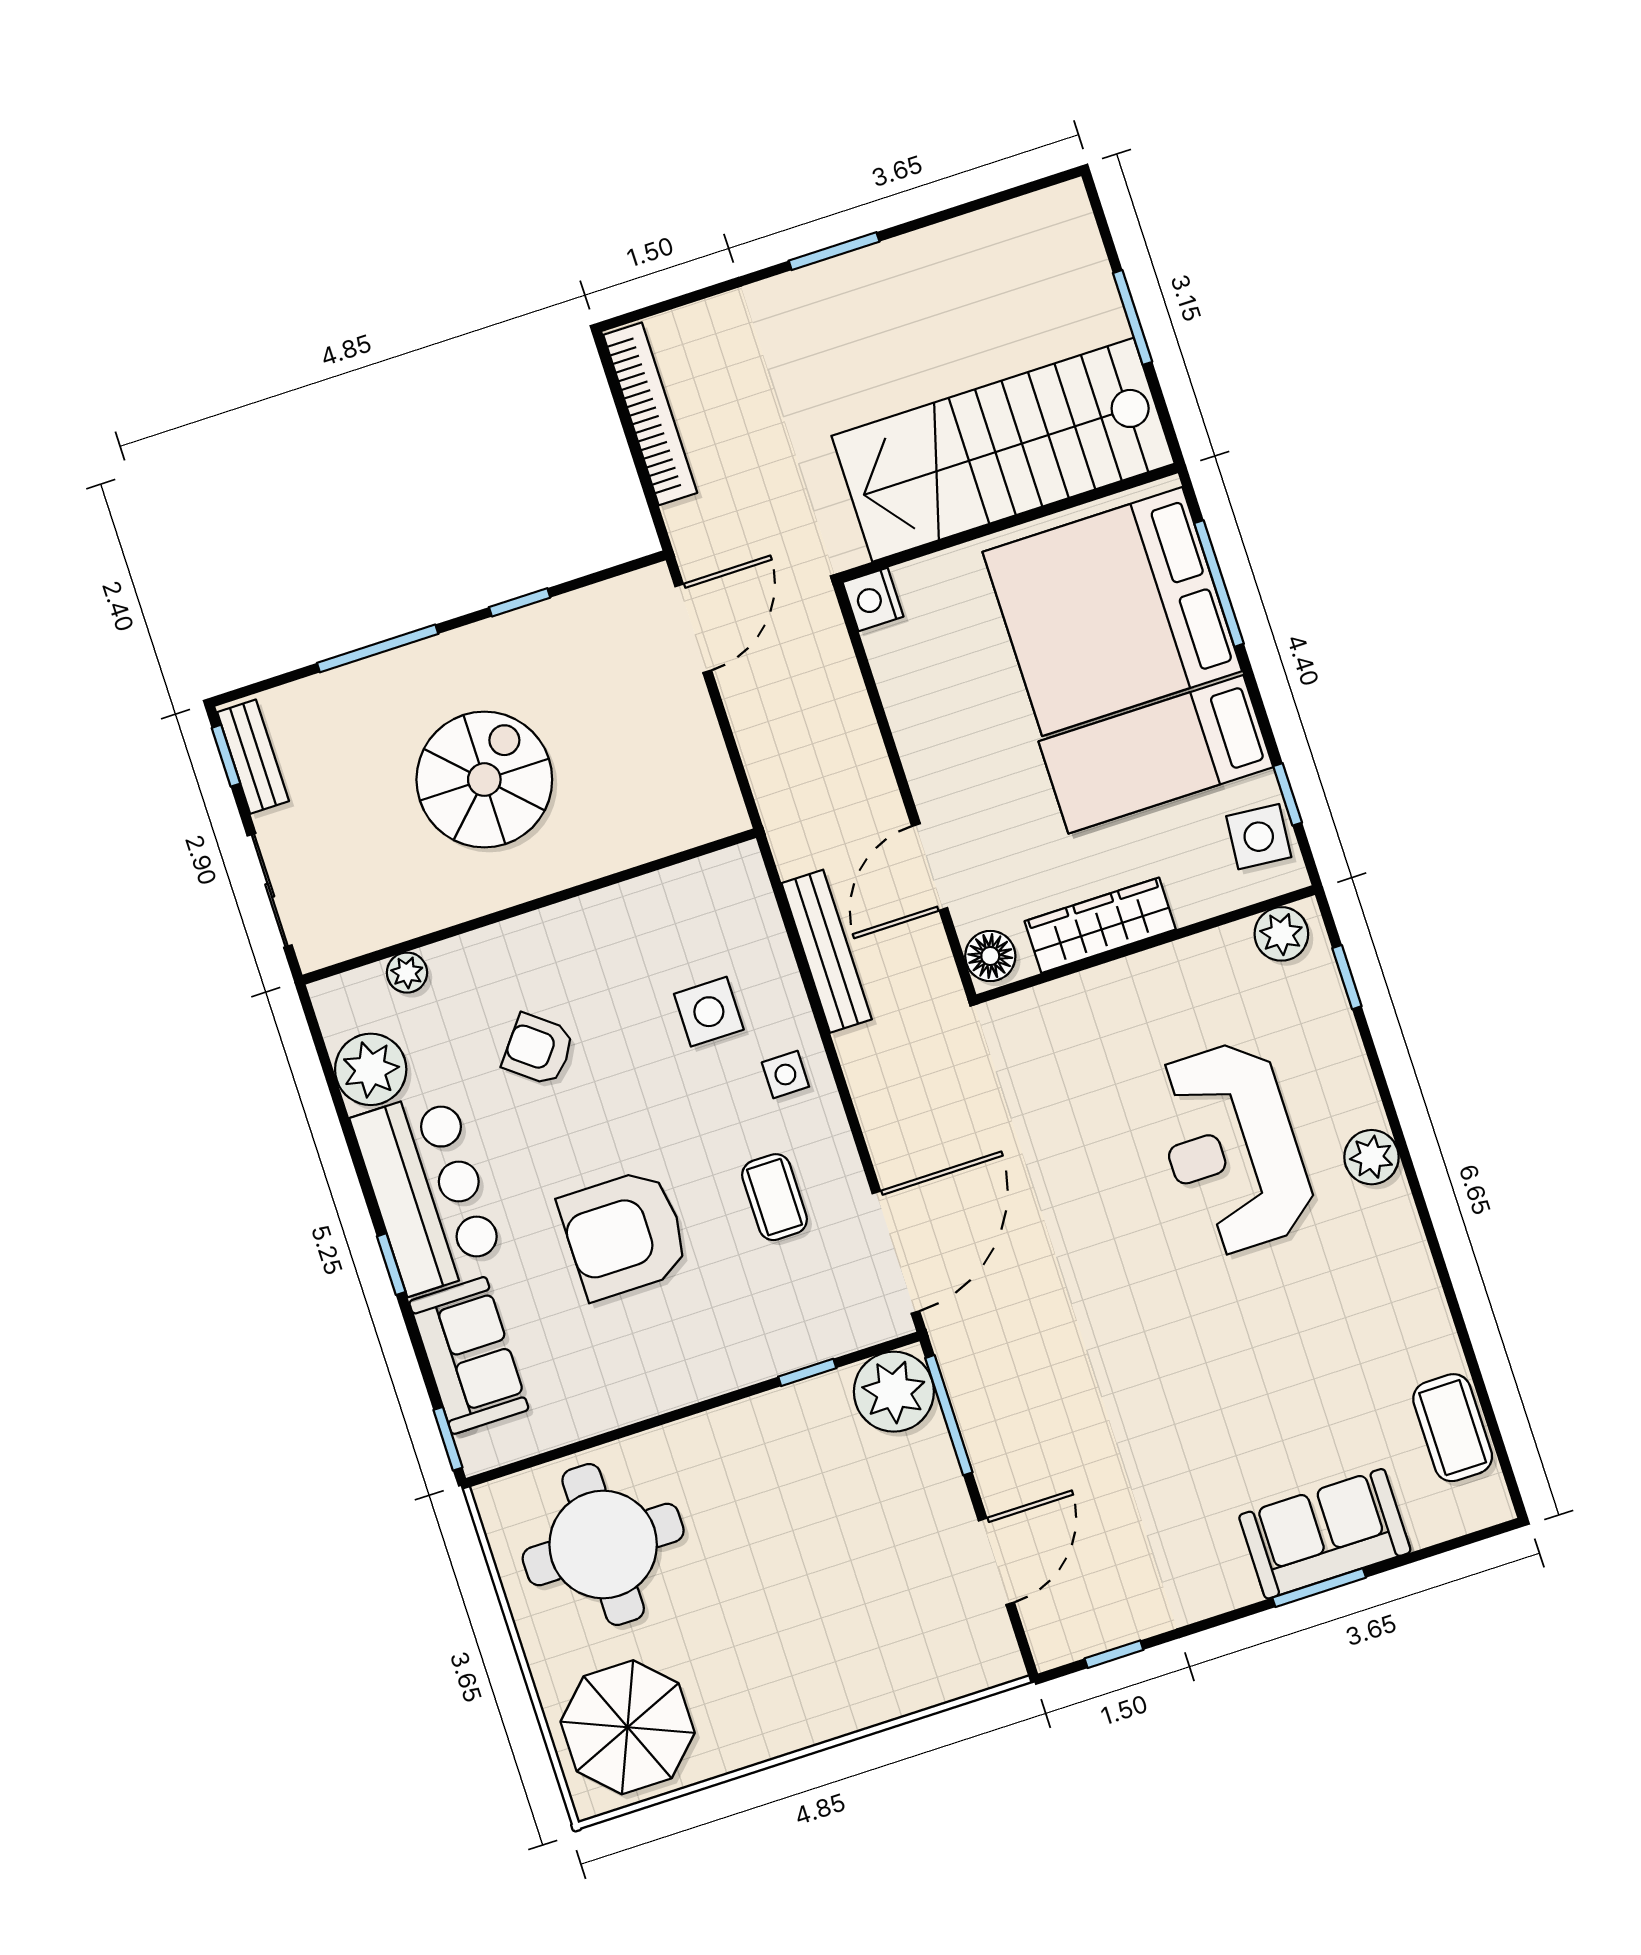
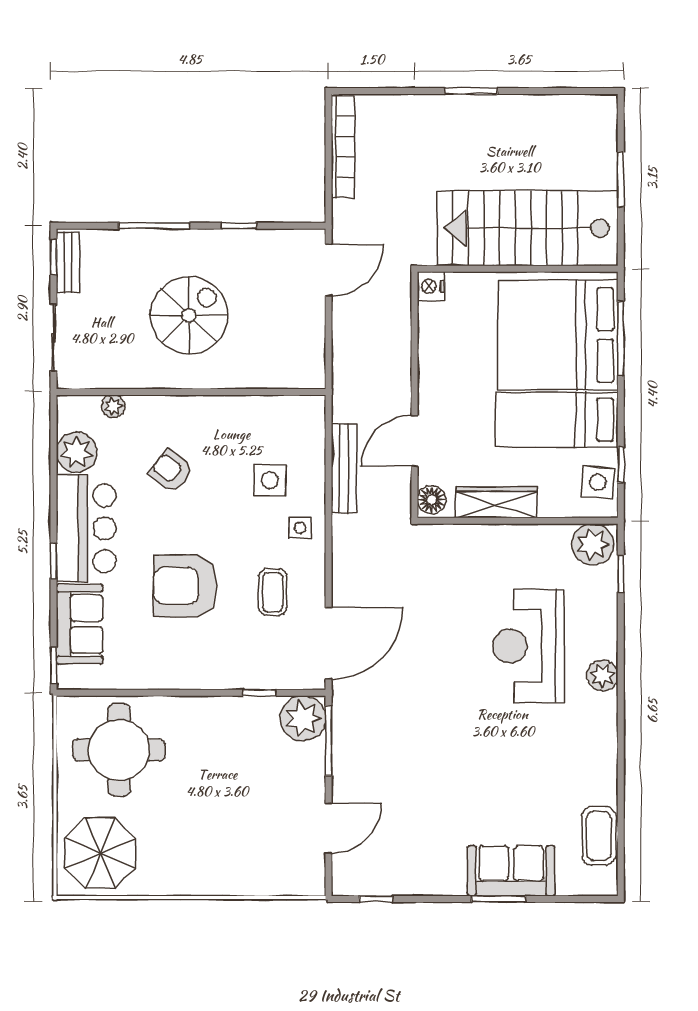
plant: (1281, 934) -> (593, 544), width x1.36, depth x1.36

